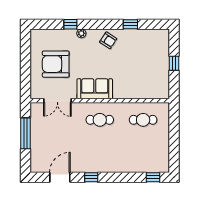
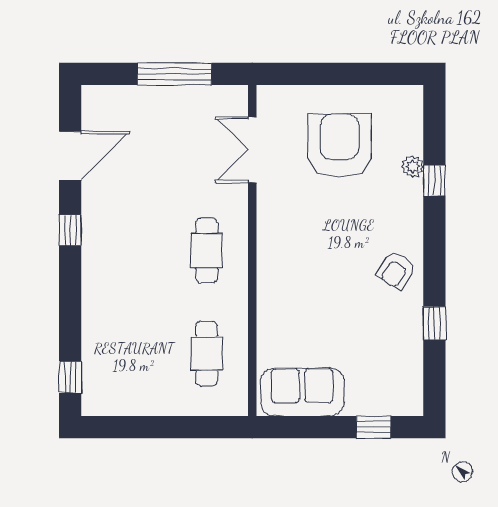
plant: (81, 33) -> (413, 166), moved
window: (174, 63) -> (373, 427), moved
sofa: (95, 89) -> (302, 392), moved, turned -90
door: (60, 177) -> (70, 156), hinge flipped

